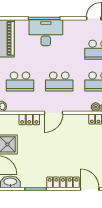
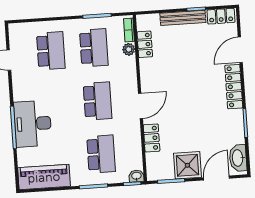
door: (54, 113) -> (140, 106), hinge flipped

